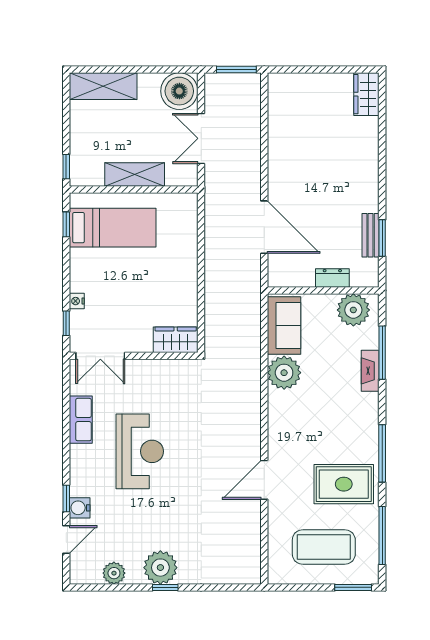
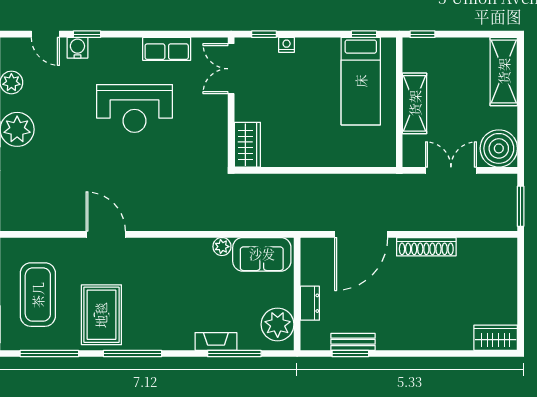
shoe rack: (276, 163) -> (426, 247), added
plant: (284, 373) -> (222, 247), width x0.53, depth x0.53

